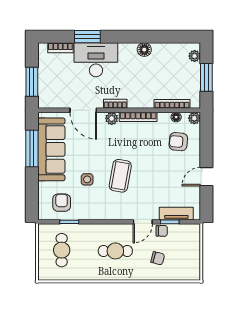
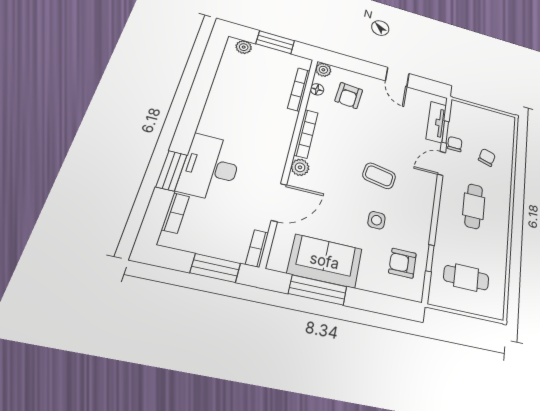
floor lamp: (144, 50) -> (216, 102), removed
bookcase: (115, 104) -> (257, 248), moved
sofa: (51, 149) -> (325, 261), width x0.73
coffee table: (120, 176) -> (379, 176), width x0.73, depth x0.77
door: (143, 222) -> (441, 163), swing flipped

